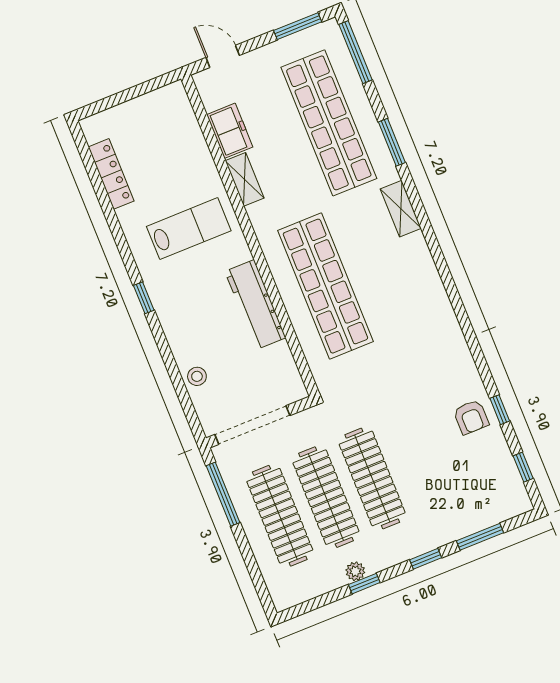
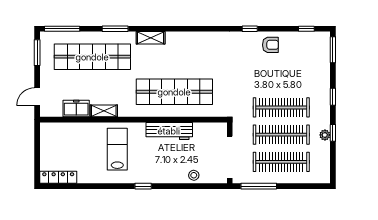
locker: (111, 174) -> (58, 177), moved
window: (500, 410) -> (250, 29), moved
window: (480, 537) -> (333, 50), moved

